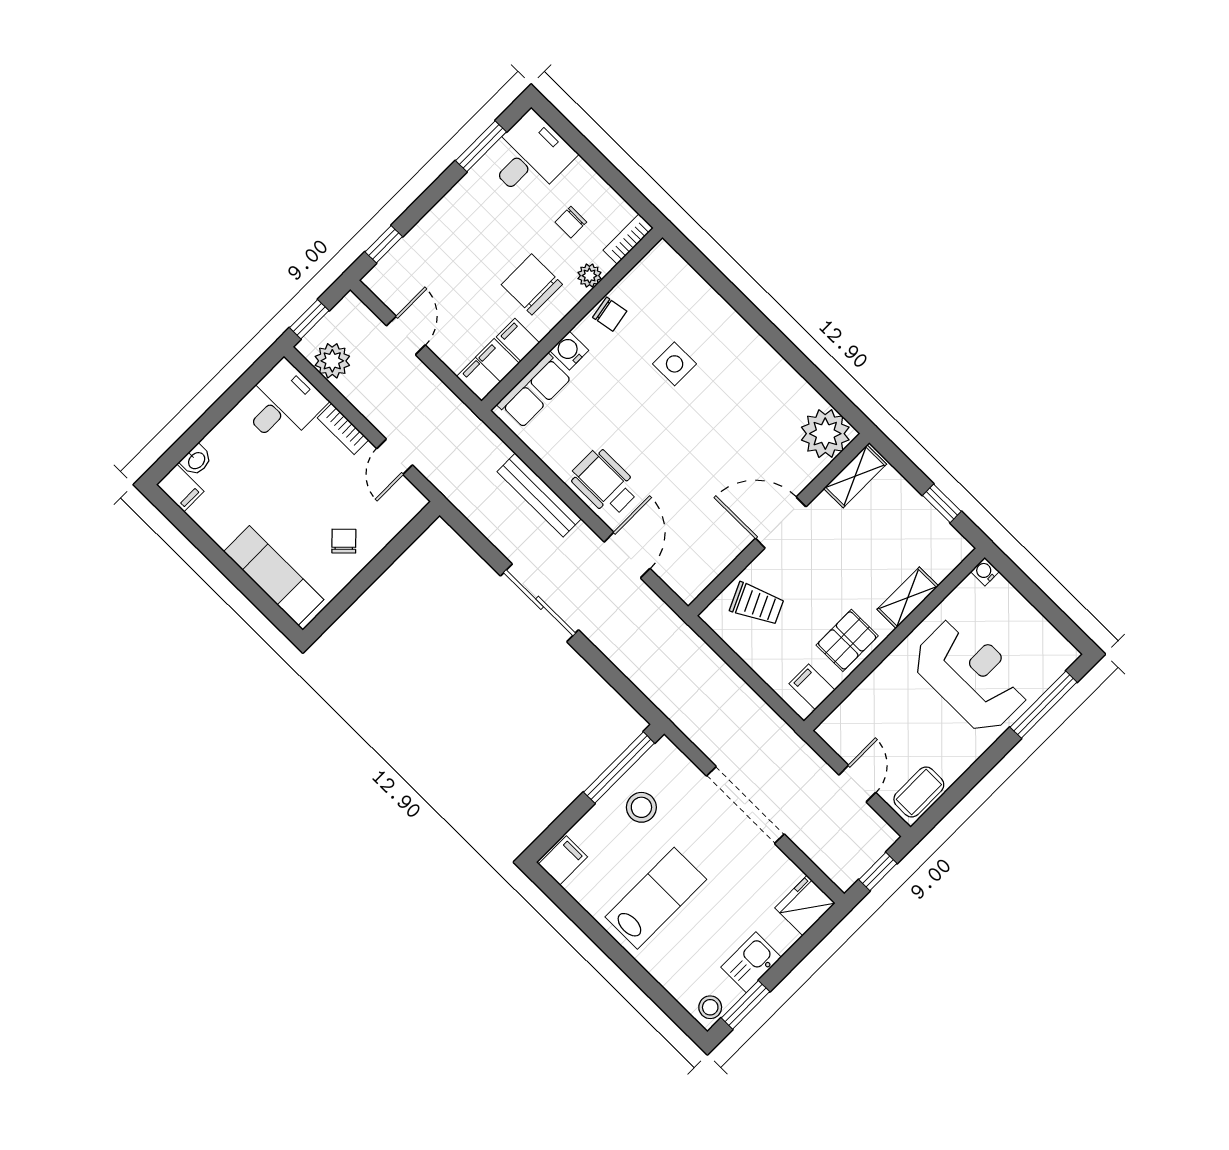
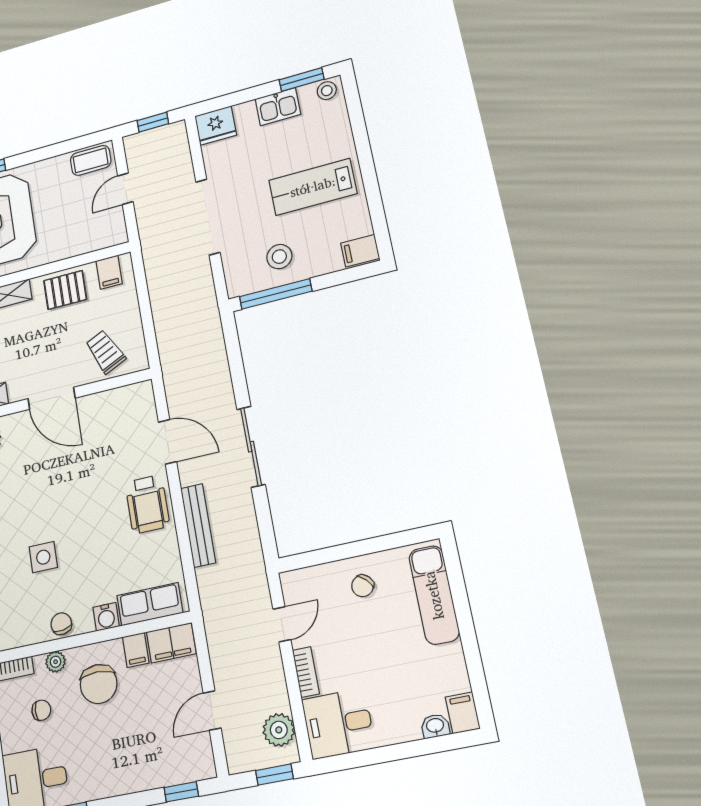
door: (627, 555) -> (167, 442), swing flipped

